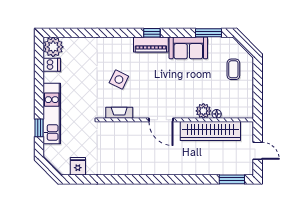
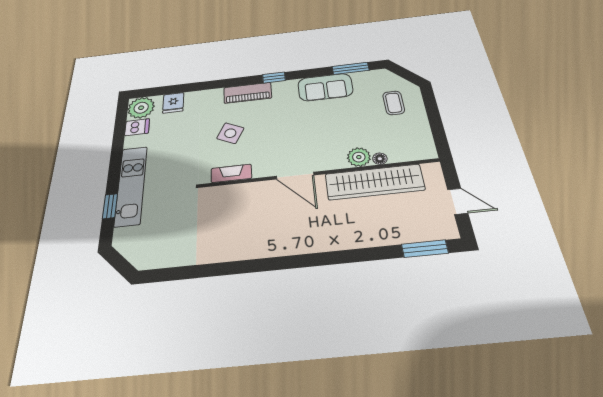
piano: (151, 45) -> (248, 93), moved
fridge: (78, 166) -> (173, 103), moved, turned 180

